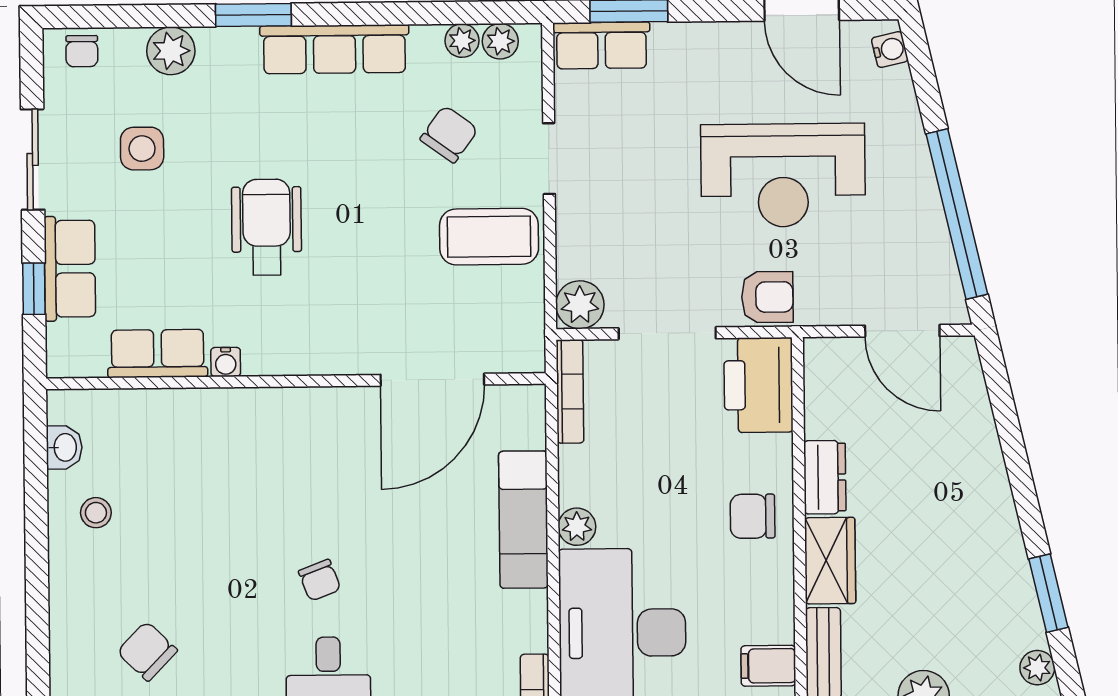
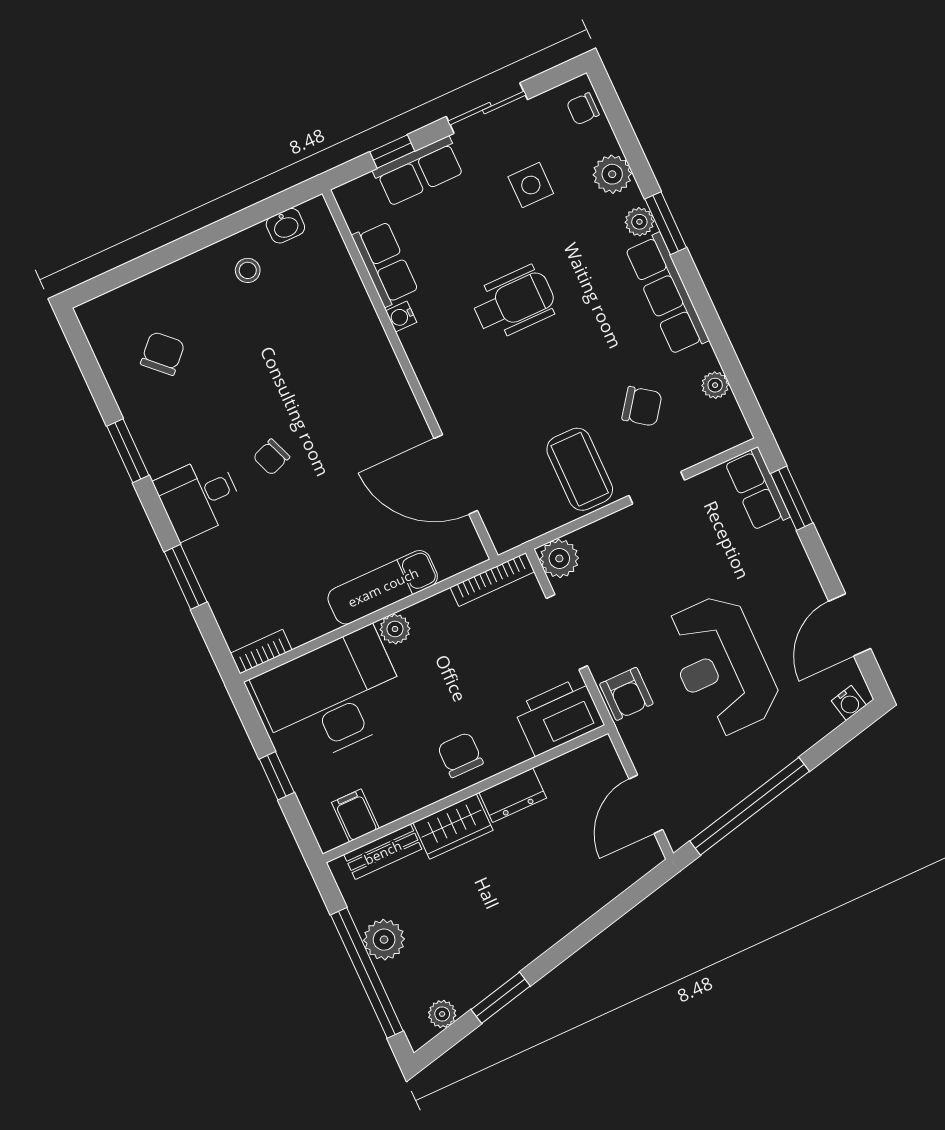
plant: (500, 41) -> (639, 222), moved

